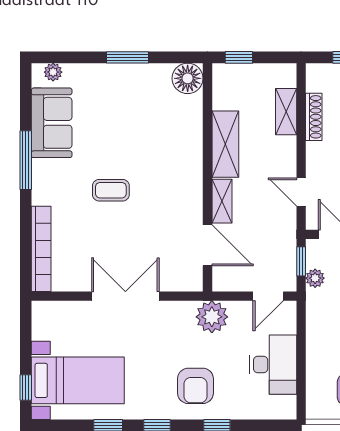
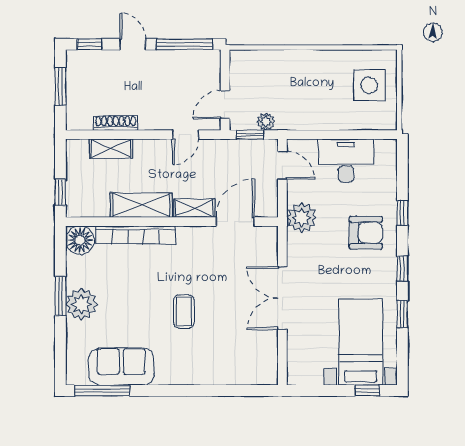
plant: (53, 72) -> (81, 304), moved, width x1.87, depth x1.87
window: (26, 160) -> (102, 391), moved
bookcase: (41, 249) -> (136, 235), moved, turned 180

